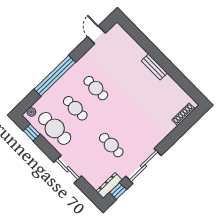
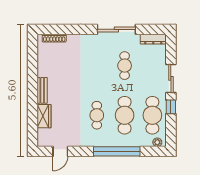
wardrobe: (134, 49) -> (44, 116), added
cafe table: (75, 108) -> (125, 115), width x1.37, depth x1.35
window: (32, 132) -> (171, 107), moved
window: (118, 191) -> (151, 29), removed

